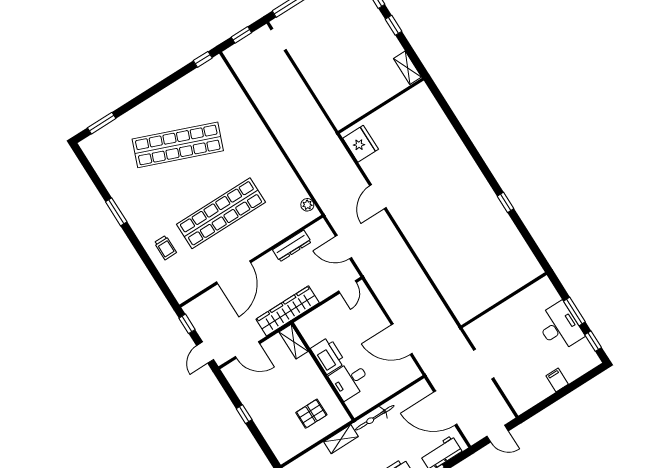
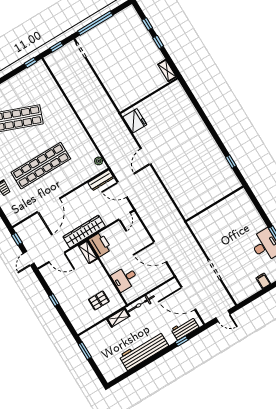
dresser: (292, 246) -> (101, 180), moved
wall: (504, 300) -> (215, 204), moved
printer: (328, 356) -> (100, 244), moved

